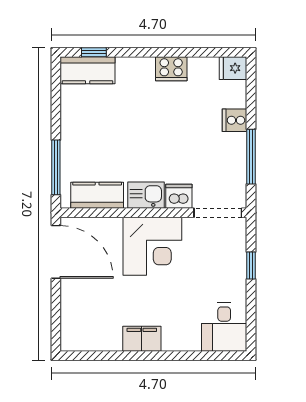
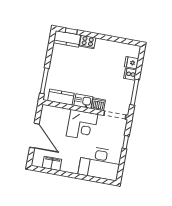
fridge: (233, 68) -> (132, 63), moved
cooker: (171, 69) -> (88, 42), moved
door: (56, 252) -> (34, 136), moved
desk: (224, 327) -> (100, 163), width x1.87, depth x1.30
filing cabinet: (142, 339) -> (52, 163), moved

